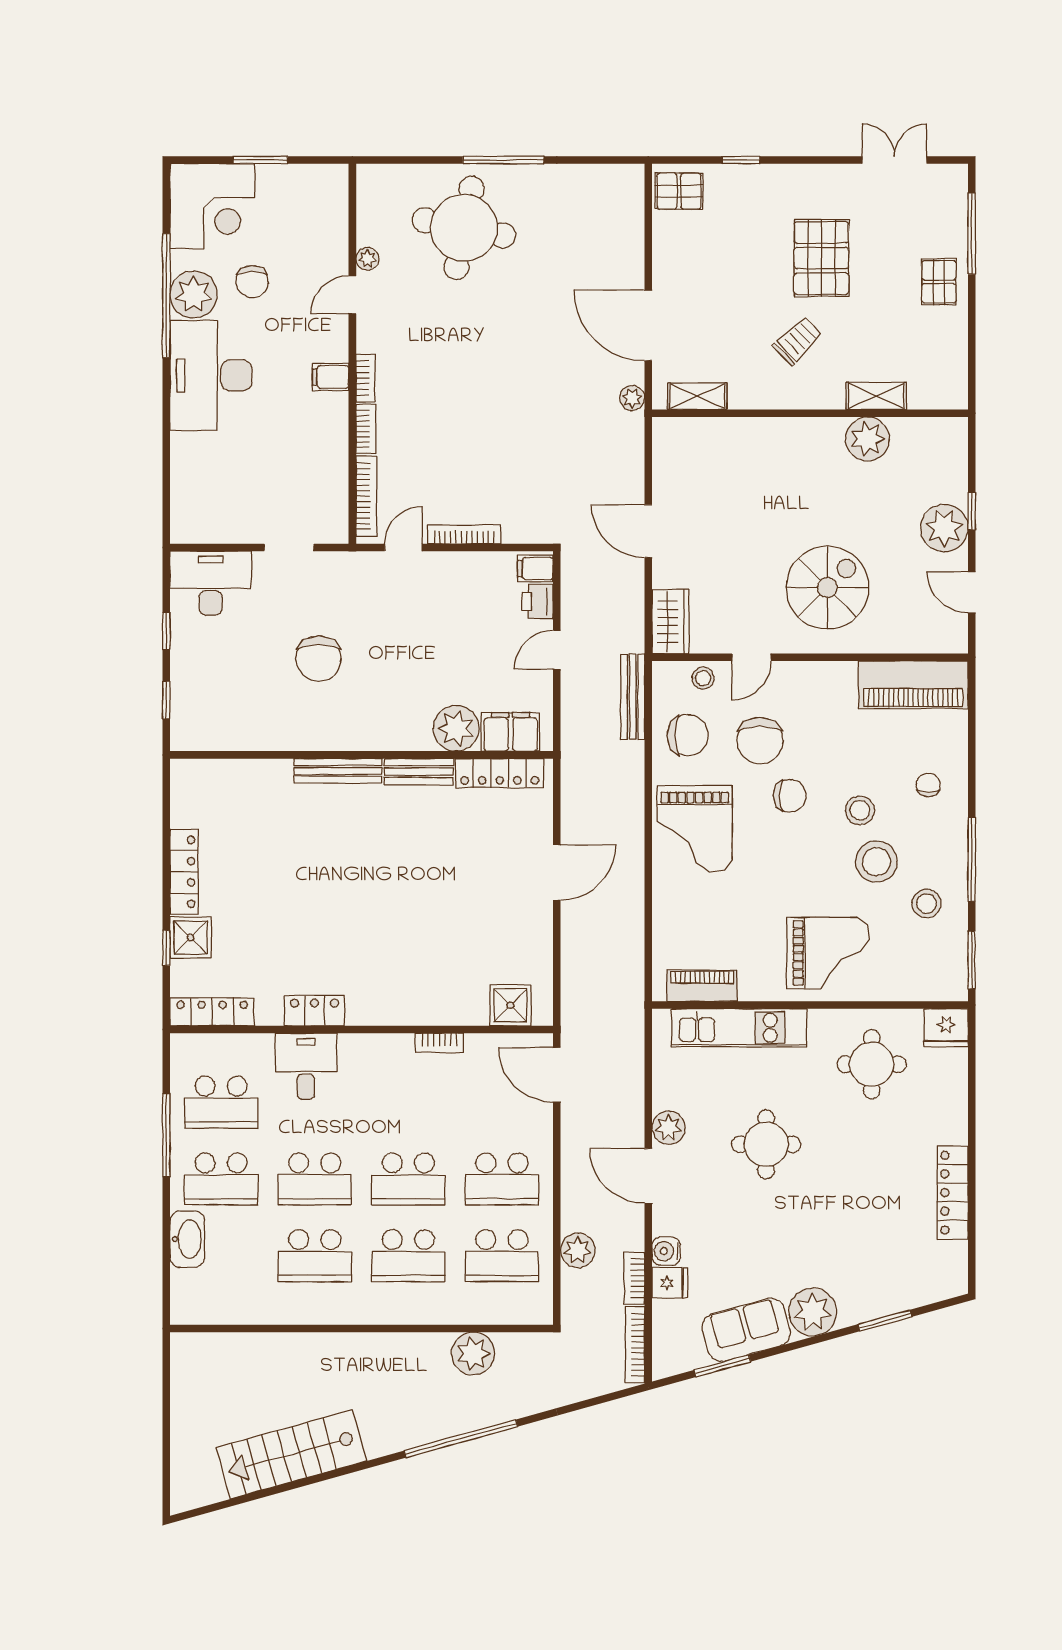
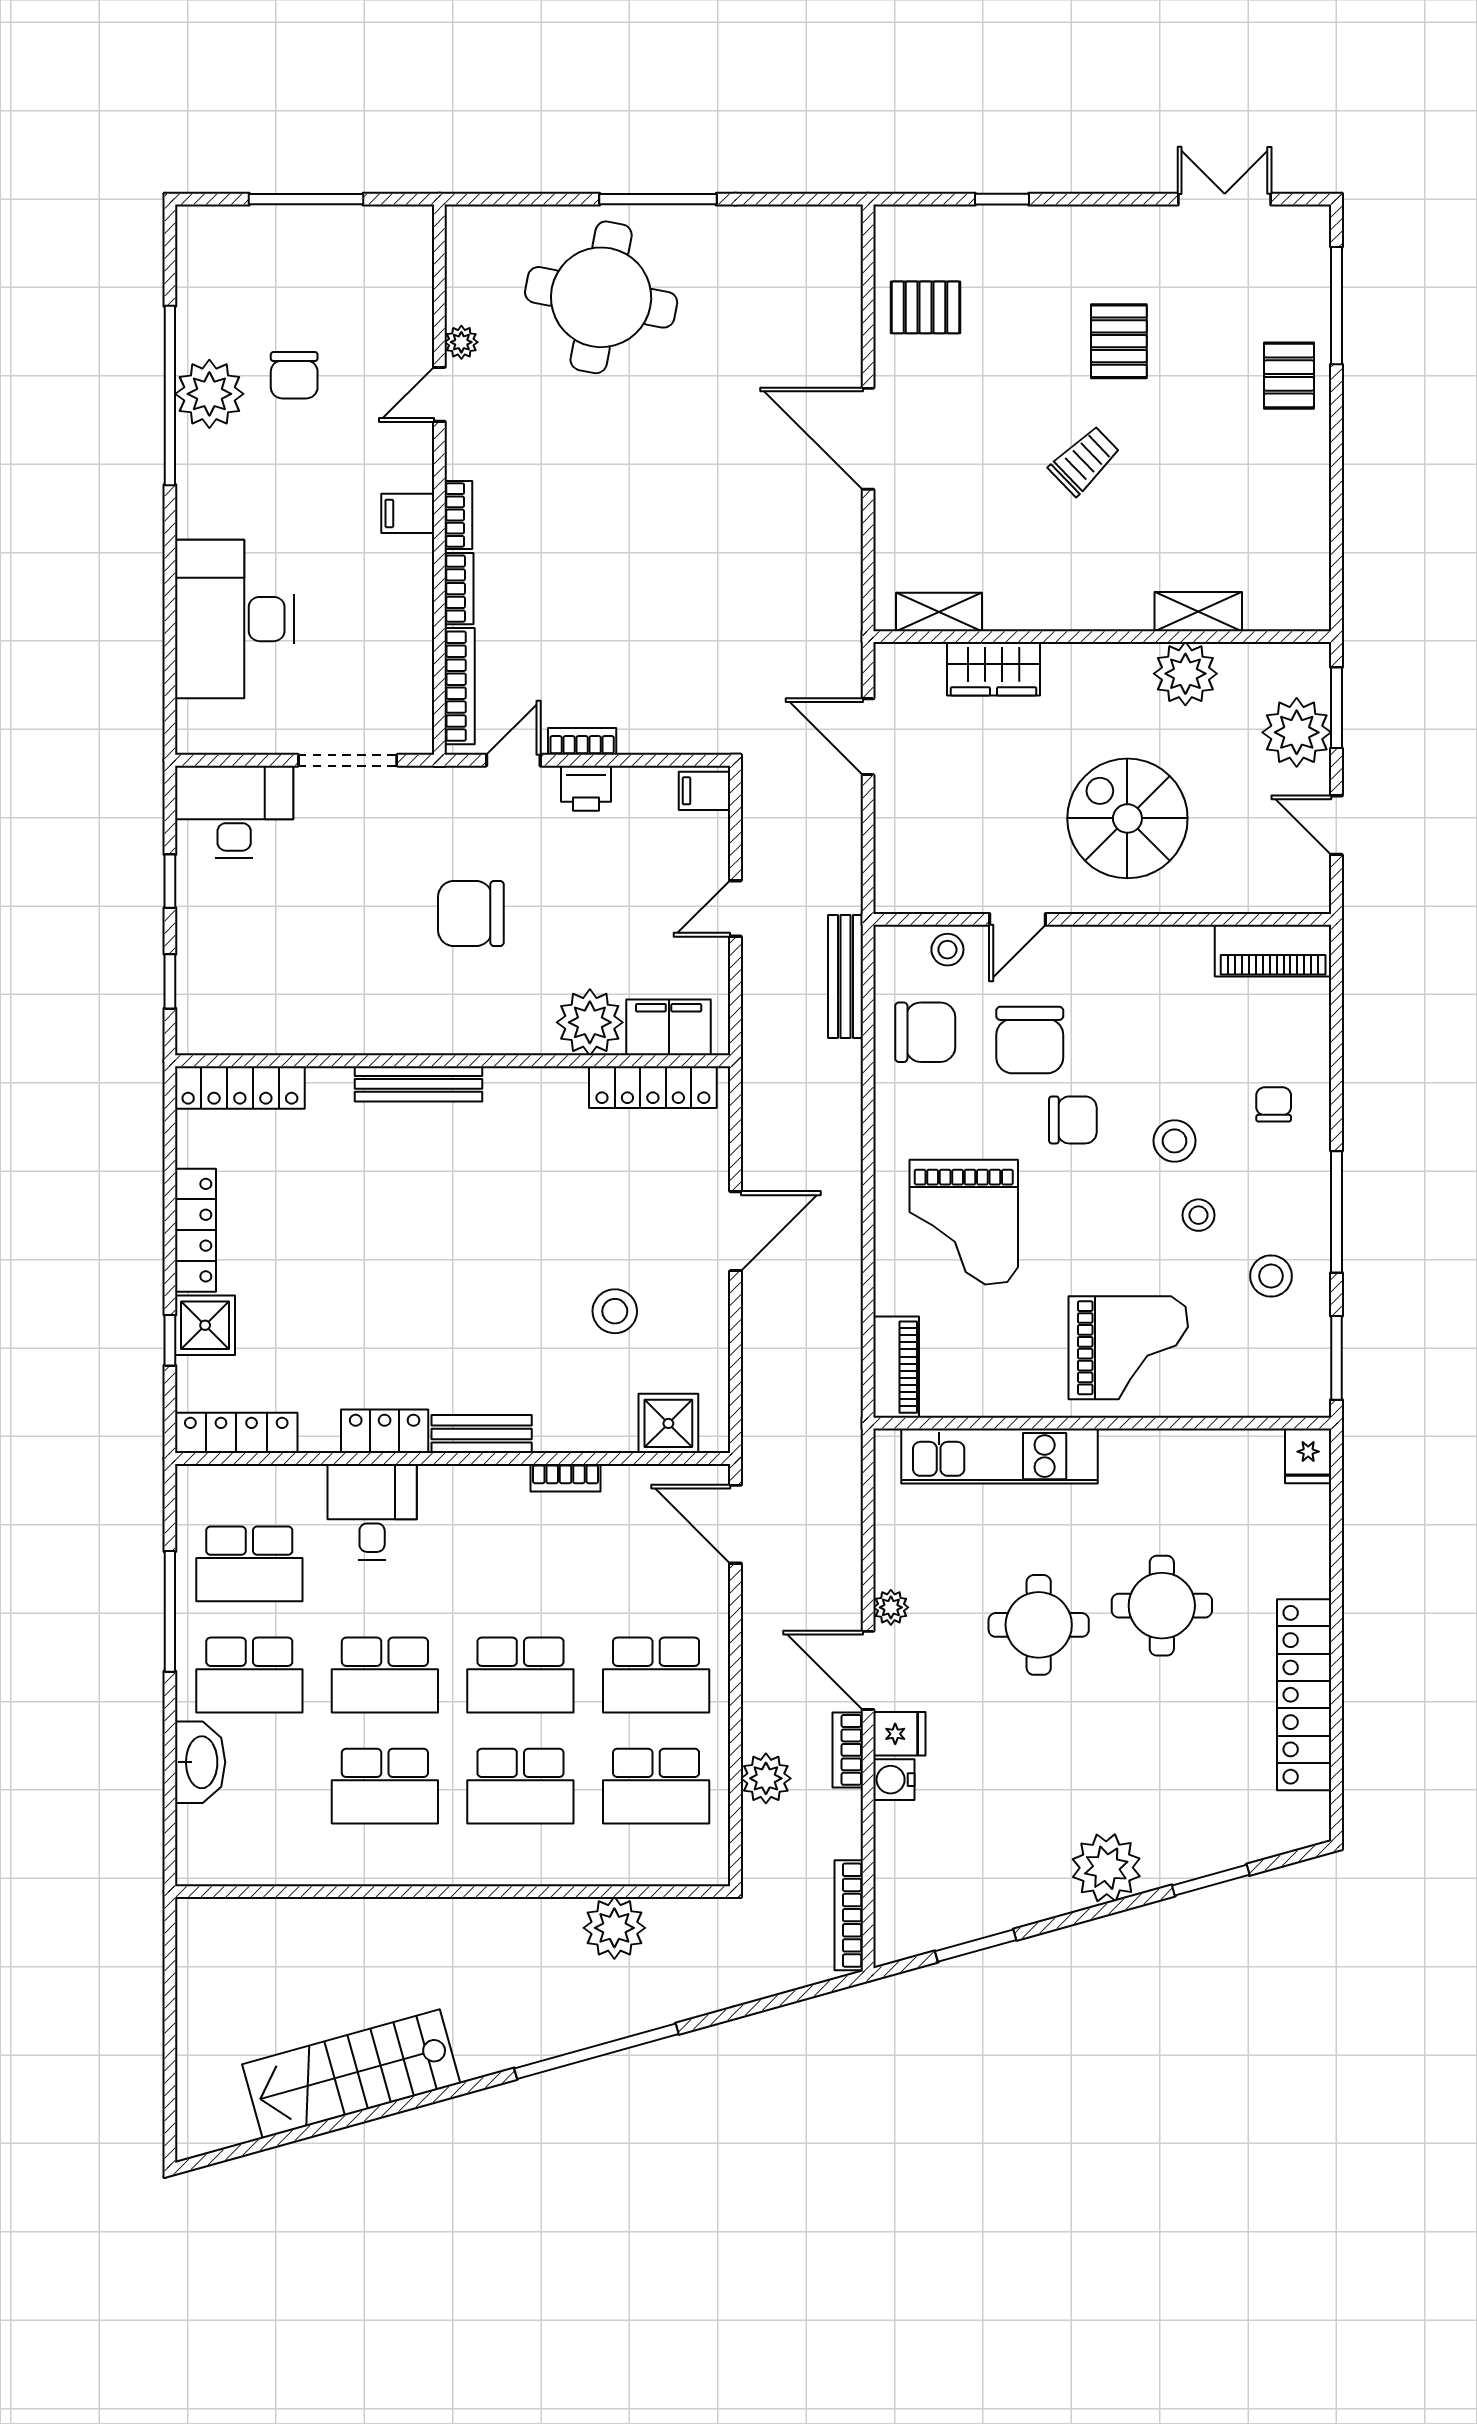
window: (260, 160) -> (306, 199), width x1.44
pallet: (679, 191) -> (926, 307), moved
corner desk: (212, 206) -> (237, 266), removed
pallet: (821, 258) -> (1119, 341), width x0.67, depth x0.71
desk: (211, 375) -> (235, 619), moved
shelving: (697, 396) -> (939, 612), moved
shelving: (876, 396) -> (1198, 612), moved
plant: (632, 398) -> (845, 544), removed
wall: (810, 413) -> (1102, 637), moved
plant: (867, 439) -> (1185, 674), moved
window: (972, 511) -> (1336, 708), width x1.50
bookcase: (464, 534) -> (582, 741), width x0.64
doorway: (289, 547) -> (348, 760), width x1.38
spiral stairs: (827, 588) -> (1127, 818), turned -90
printer: (537, 601) -> (586, 788), moved, turned -90
wardrobe: (671, 622) -> (993, 669), moved, turned 90
chair: (319, 659) -> (471, 914), moved, turned 90
piano: (913, 685) -> (1273, 951), width x0.73, depth x0.75
bench: (419, 772) -> (482, 1434), moved
locker: (215, 773) -> (240, 1088), added
grand piano: (695, 829) -> (964, 1222), moved
stool: (876, 861) -> (1198, 1215), width x0.53, depth x0.53
stool: (473, 928) -> (615, 1311), added
piano: (702, 986) -> (896, 1367), moved, turned 90
fridge: (946, 1028) -> (1308, 1456), width x0.72
round table: (872, 1064) -> (1162, 1606), moved
plant: (669, 1128) -> (891, 1607), width x0.73, depth x0.73
locker: (953, 1193) -> (1304, 1695), width x1.41, depth x1.21
bookcase: (634, 1278) -> (848, 1750), moved
fridge: (670, 1283) -> (899, 1734), moved
sofa: (746, 1330) -> (1010, 1894), removed

